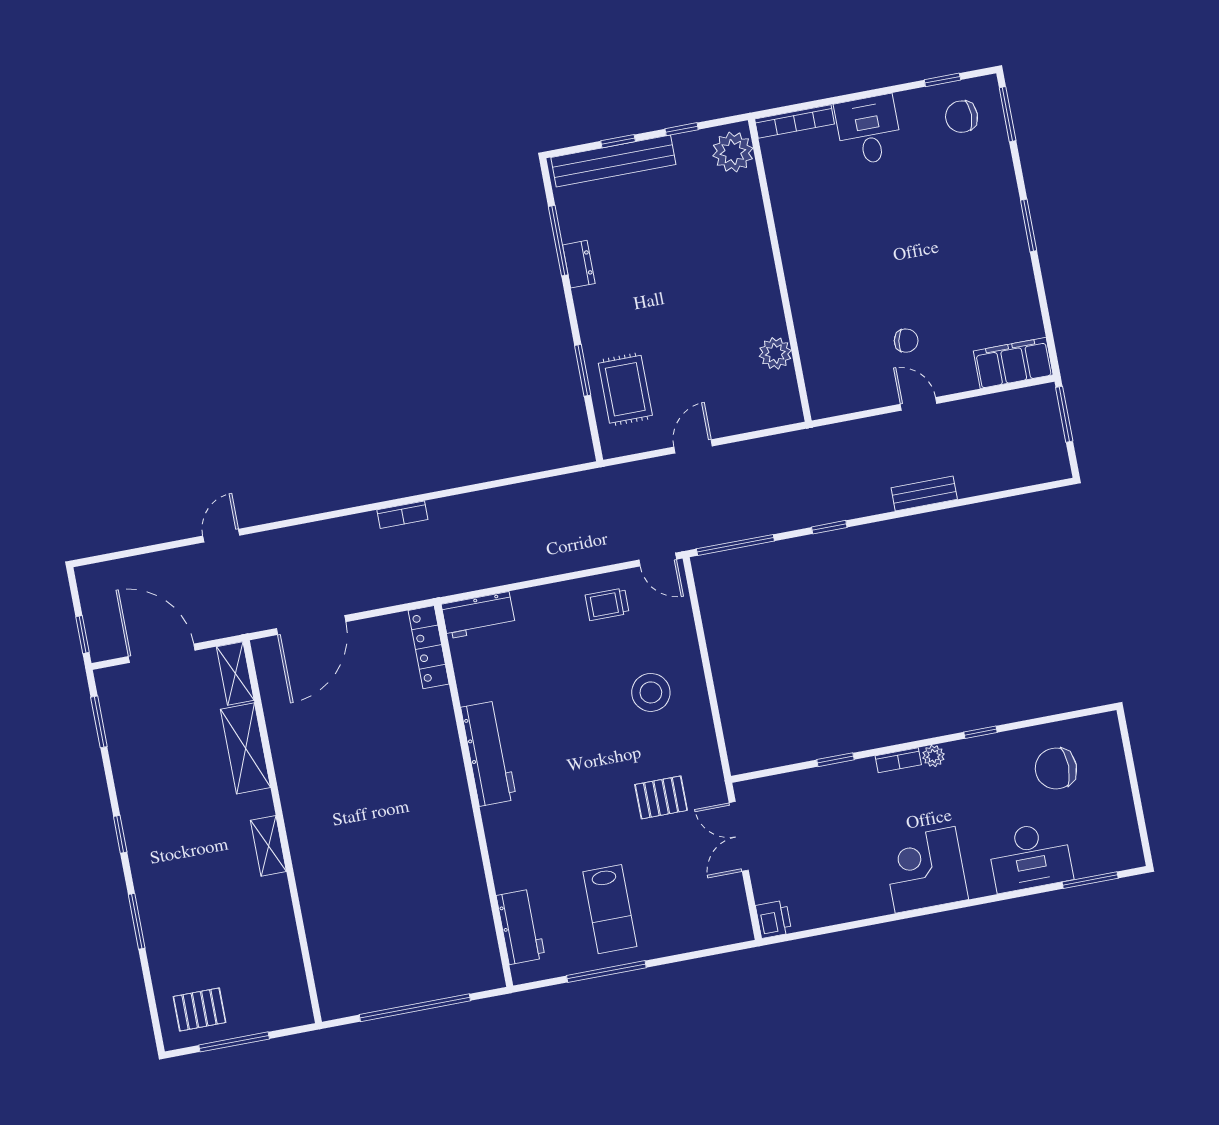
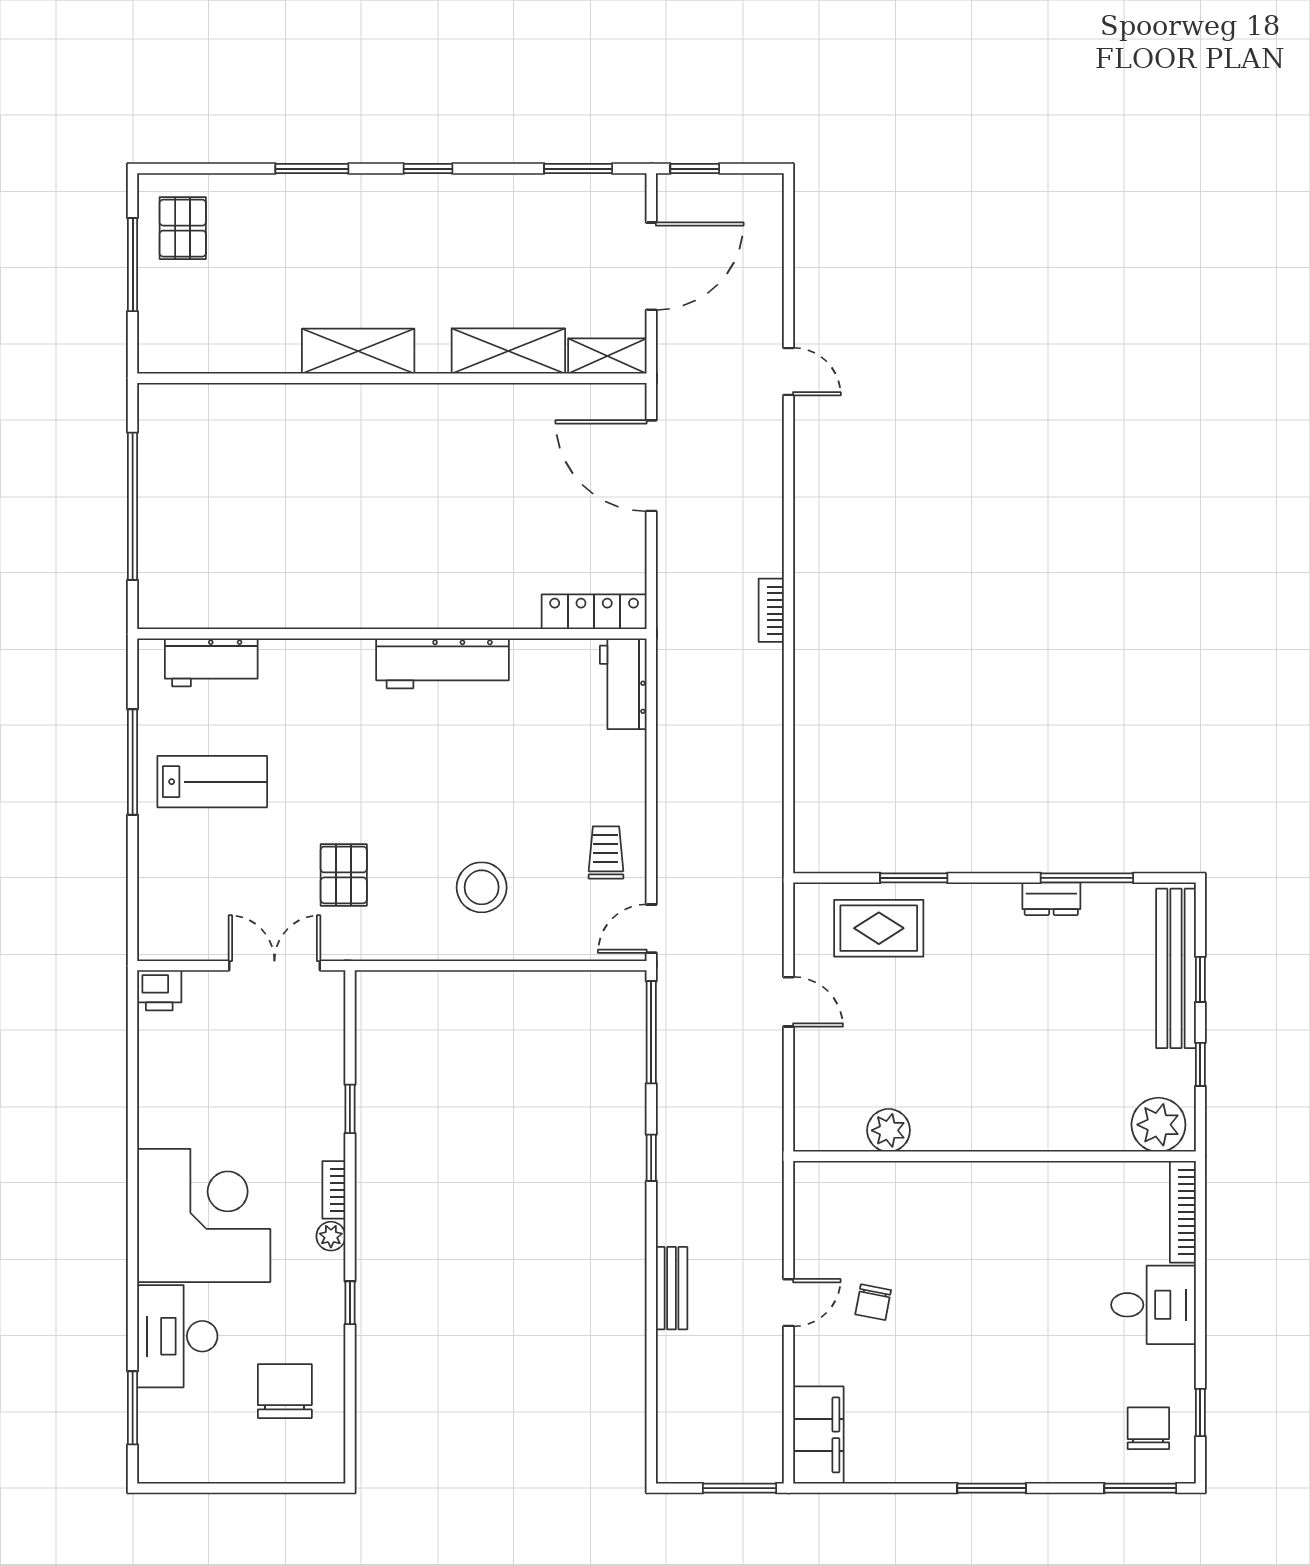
shelving: (268, 846) -> (358, 351), width x1.50, depth x1.33
corner desk: (925, 870) -> (204, 1215), width x1.36, depth x1.36
lab bench: (610, 909) -> (212, 782), turned 180

